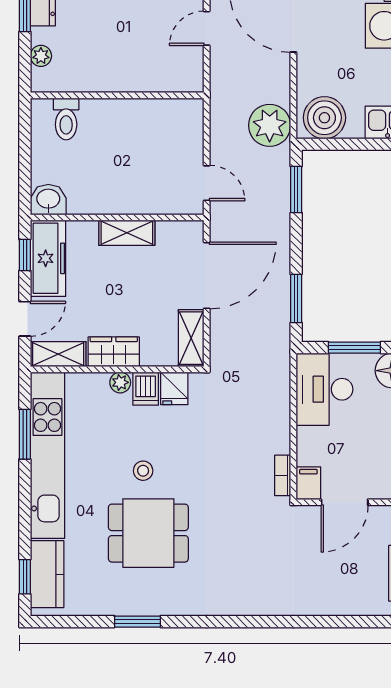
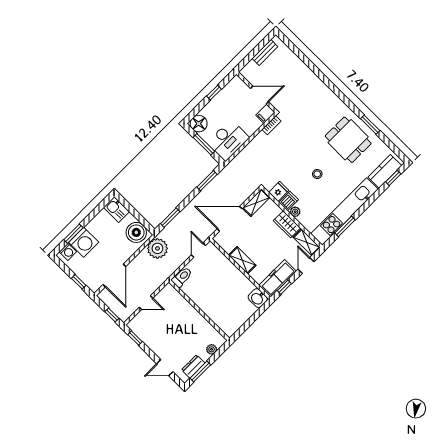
toilet: (66, 119) -> (182, 277), moved
door: (25, 319) -> (306, 266), hinge flipped
dining table: (148, 533) -> (348, 140), moved

